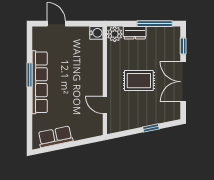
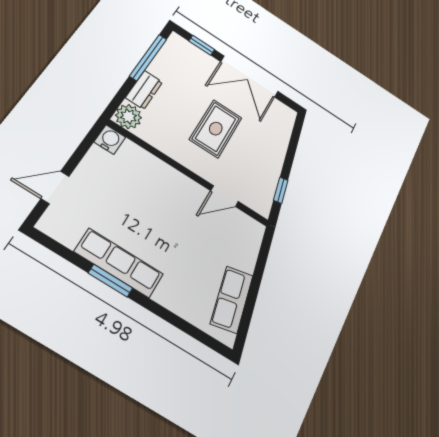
row of seats: (40, 82) -> (119, 263), width x0.73
window: (151, 128) -> (281, 190), moved

